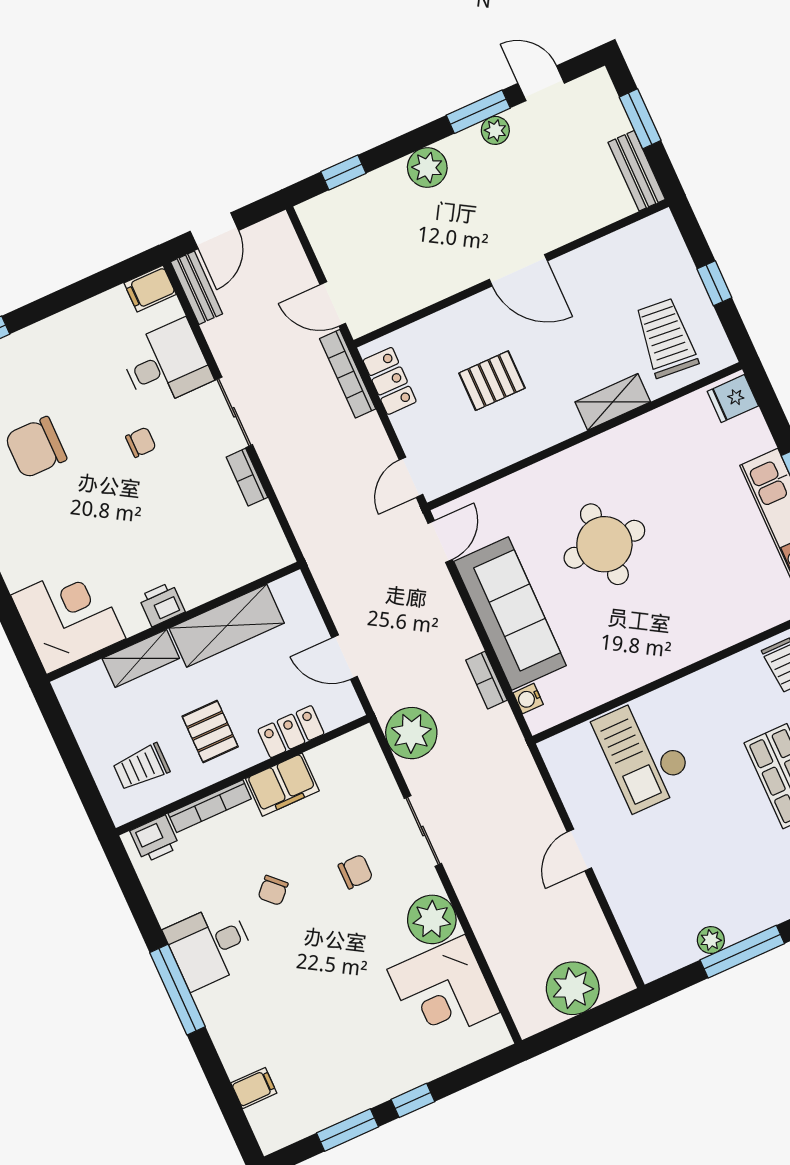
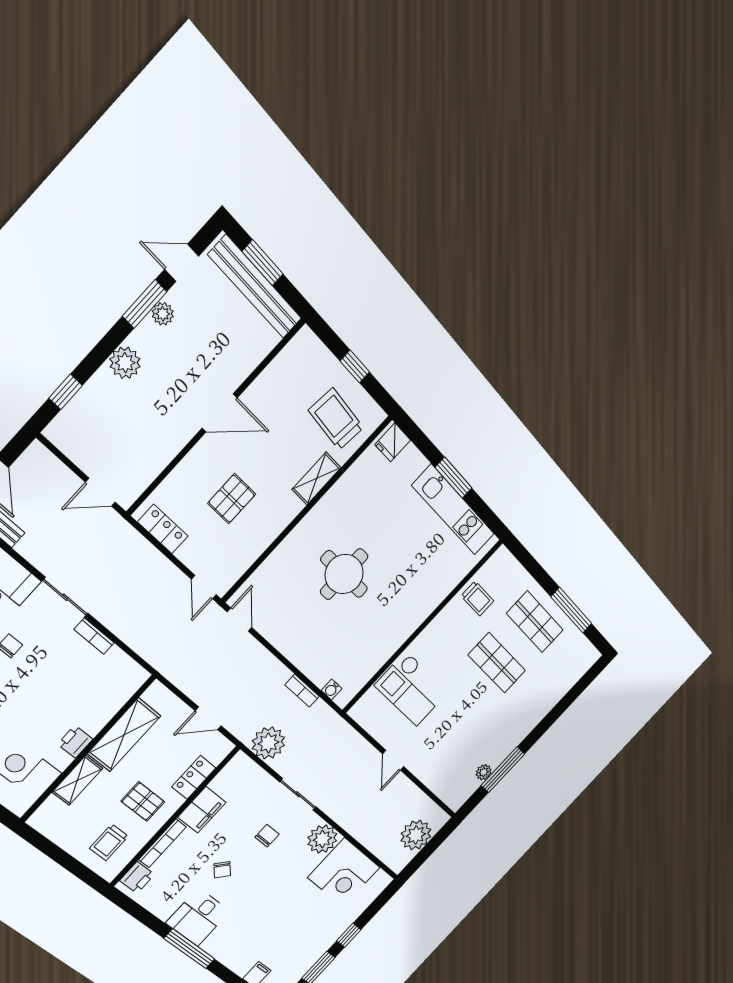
bench: (637, 171) -> (255, 287), width x1.86, depth x1.21
bookcase: (348, 374) -> (132, 537), removed
sofa: (510, 614) -> (301, 644), removed

